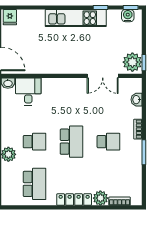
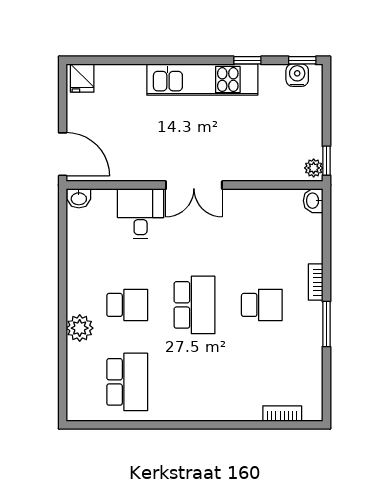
plant: (132, 62) -> (314, 168), width x0.53, depth x0.53
double door: (103, 76) -> (194, 185), moved
desk: (28, 92) -> (141, 214), moved
washbasin: (137, 100) -> (313, 201), moved
plant: (100, 198) -> (247, 408), removed
locker: (74, 200) -> (199, 410), removed

